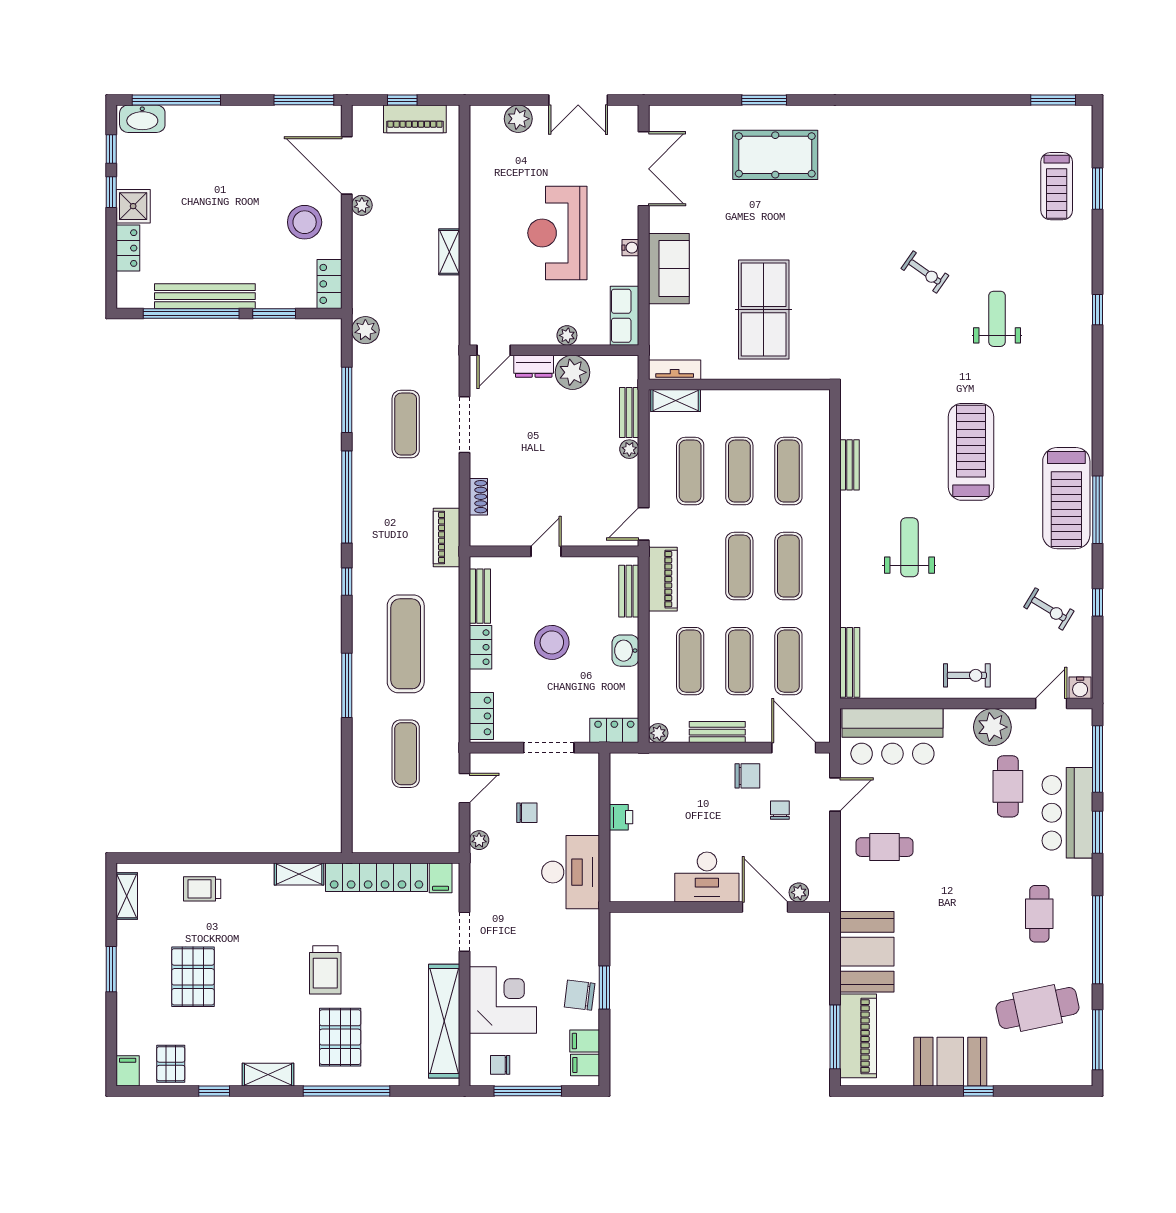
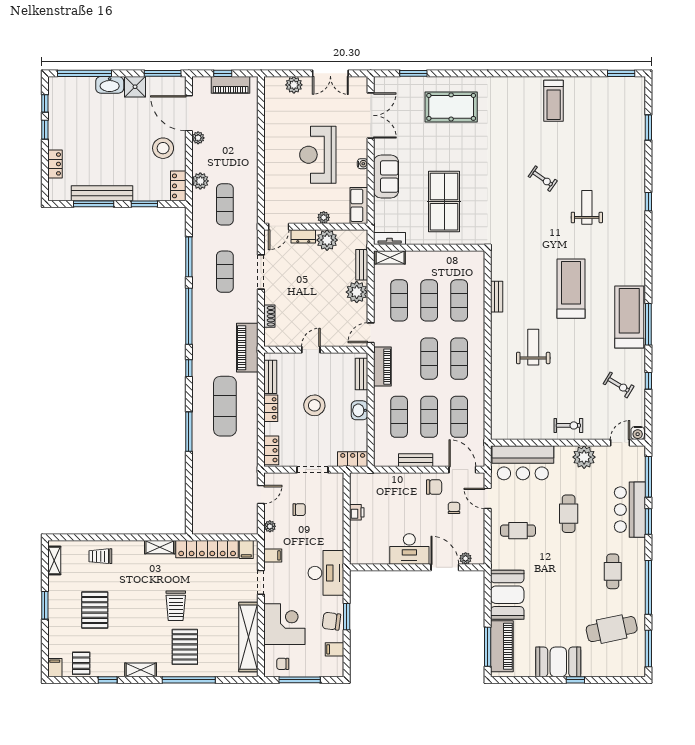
window: (764, 100) -> (413, 73), moved
washbasin: (142, 119) -> (110, 85), moved
treadmill: (1057, 186) -> (554, 101), moved
shower: (133, 206) -> (135, 87), moved
shelving: (449, 252) -> (252, 166), removed
window: (191, 313) -> (94, 204), width x0.68
plant: (365, 330) -> (200, 181), moved
plant: (629, 449) -> (357, 292), width x1.88, depth x1.88
treadmill: (1066, 498) -> (629, 317), turned 180
piano: (447, 538) -> (247, 348), width x1.37, depth x1.33
bench: (850, 662) -> (497, 418), removed
plant: (658, 733) -> (379, 461), removed
exercise mat: (406, 754) -> (225, 204), moved
cafe table: (1008, 786) -> (569, 514), moved
door: (835, 794) -> (488, 498), swing flipped
desk: (571, 872) -> (326, 573), moved
filing cabinet: (585, 1065) -> (273, 555), moved, turned 180

